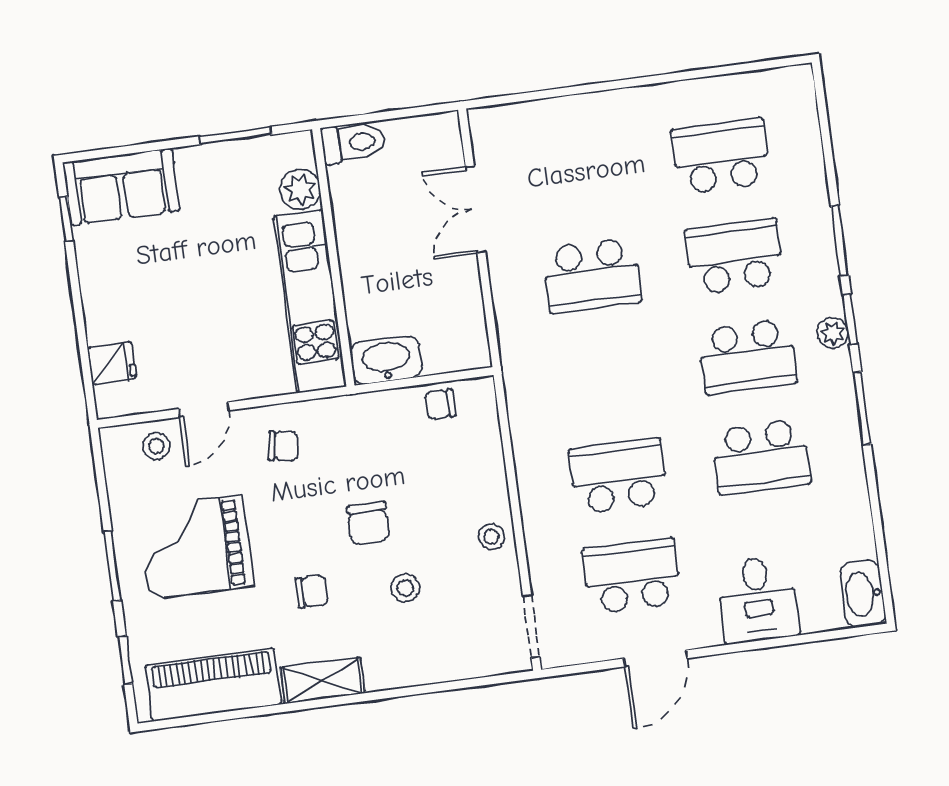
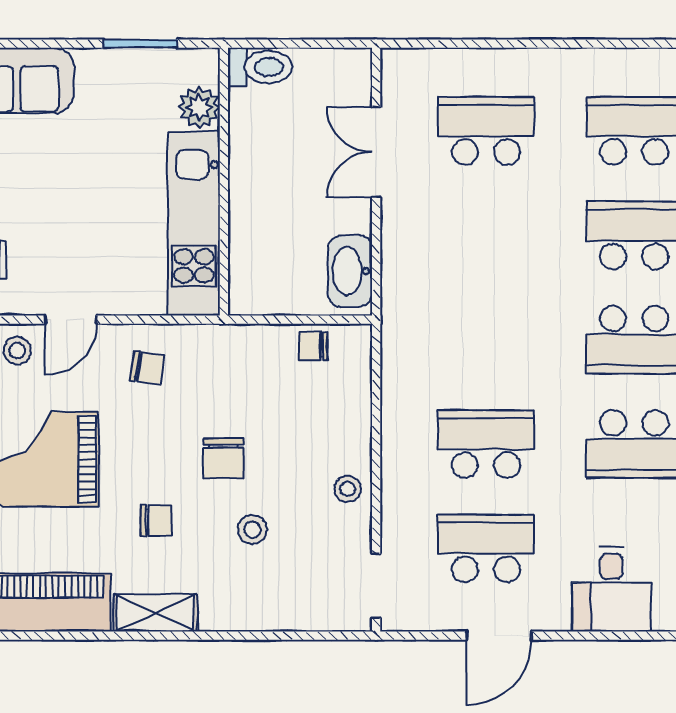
school desk: (592, 275) -> (486, 131), moved, turned 180
washbasin: (386, 360) -> (350, 271), moved, turned -90

